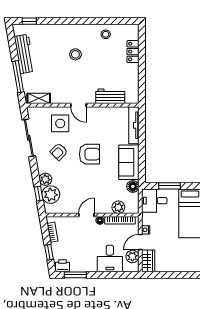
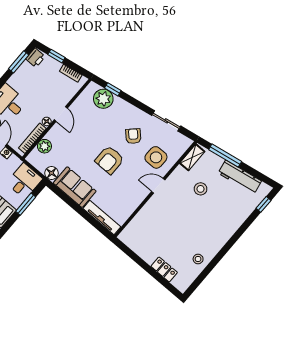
stool: (75, 54) -> (201, 189), moved
workbench: (110, 96) -> (143, 219), removed
sliding door: (29, 138) -> (166, 121), width x0.73
plant: (45, 179) -> (120, 105), removed

